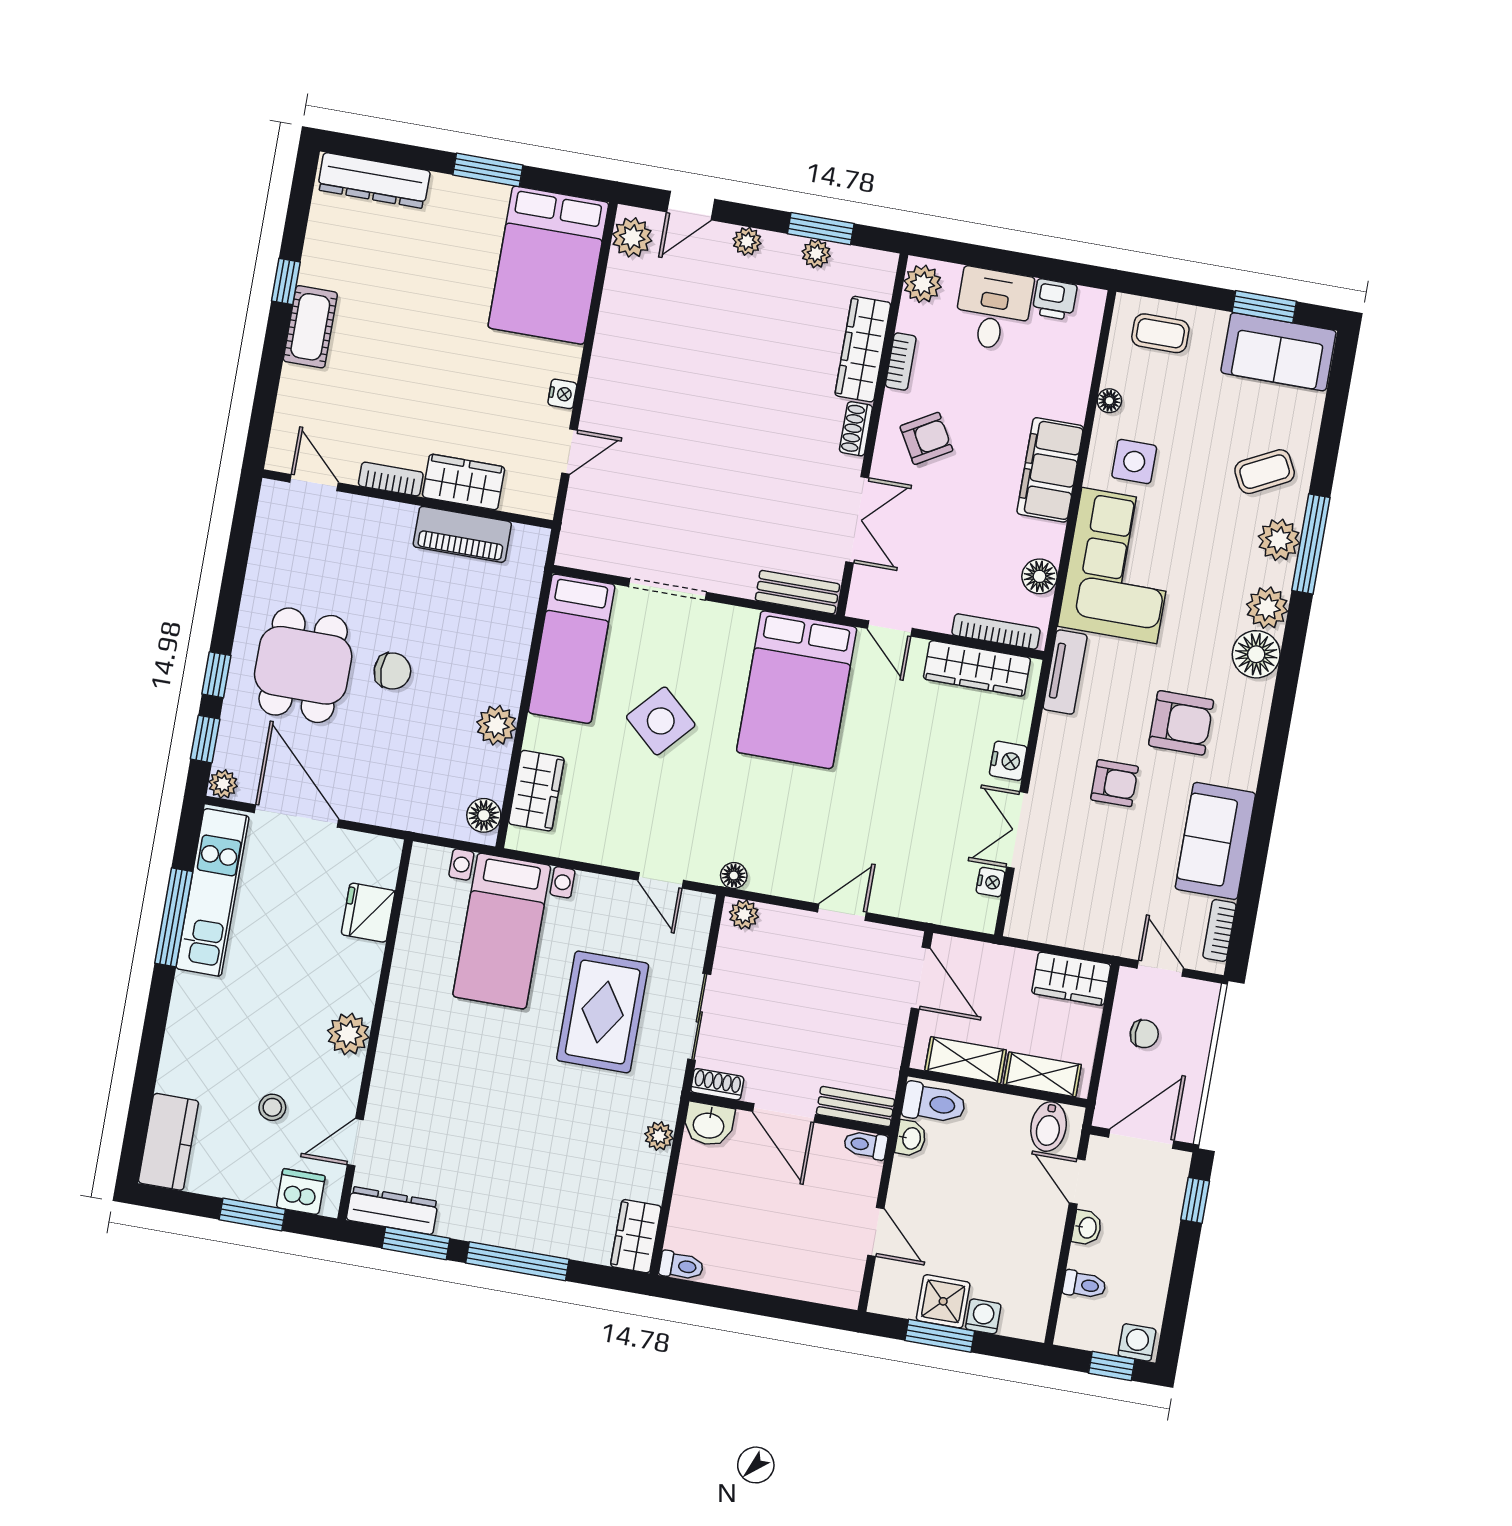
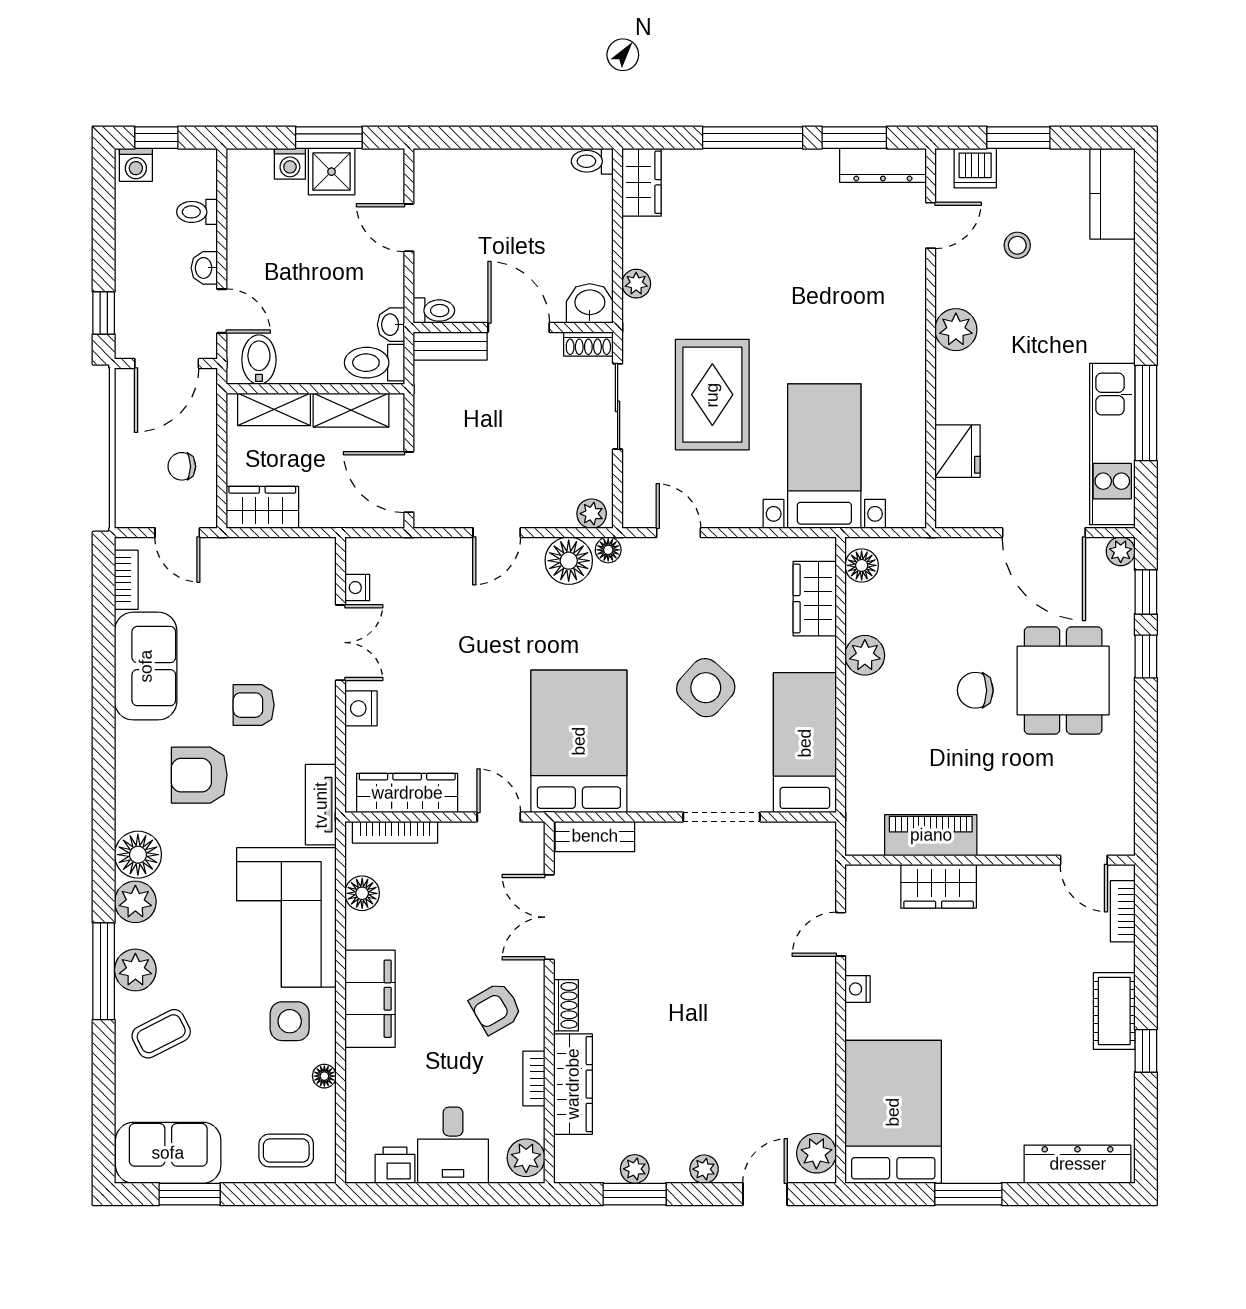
bookcase: (391, 479) -> (1123, 911), moved, turned 90
floor lamp: (775, 872) -> (569, 561), added

